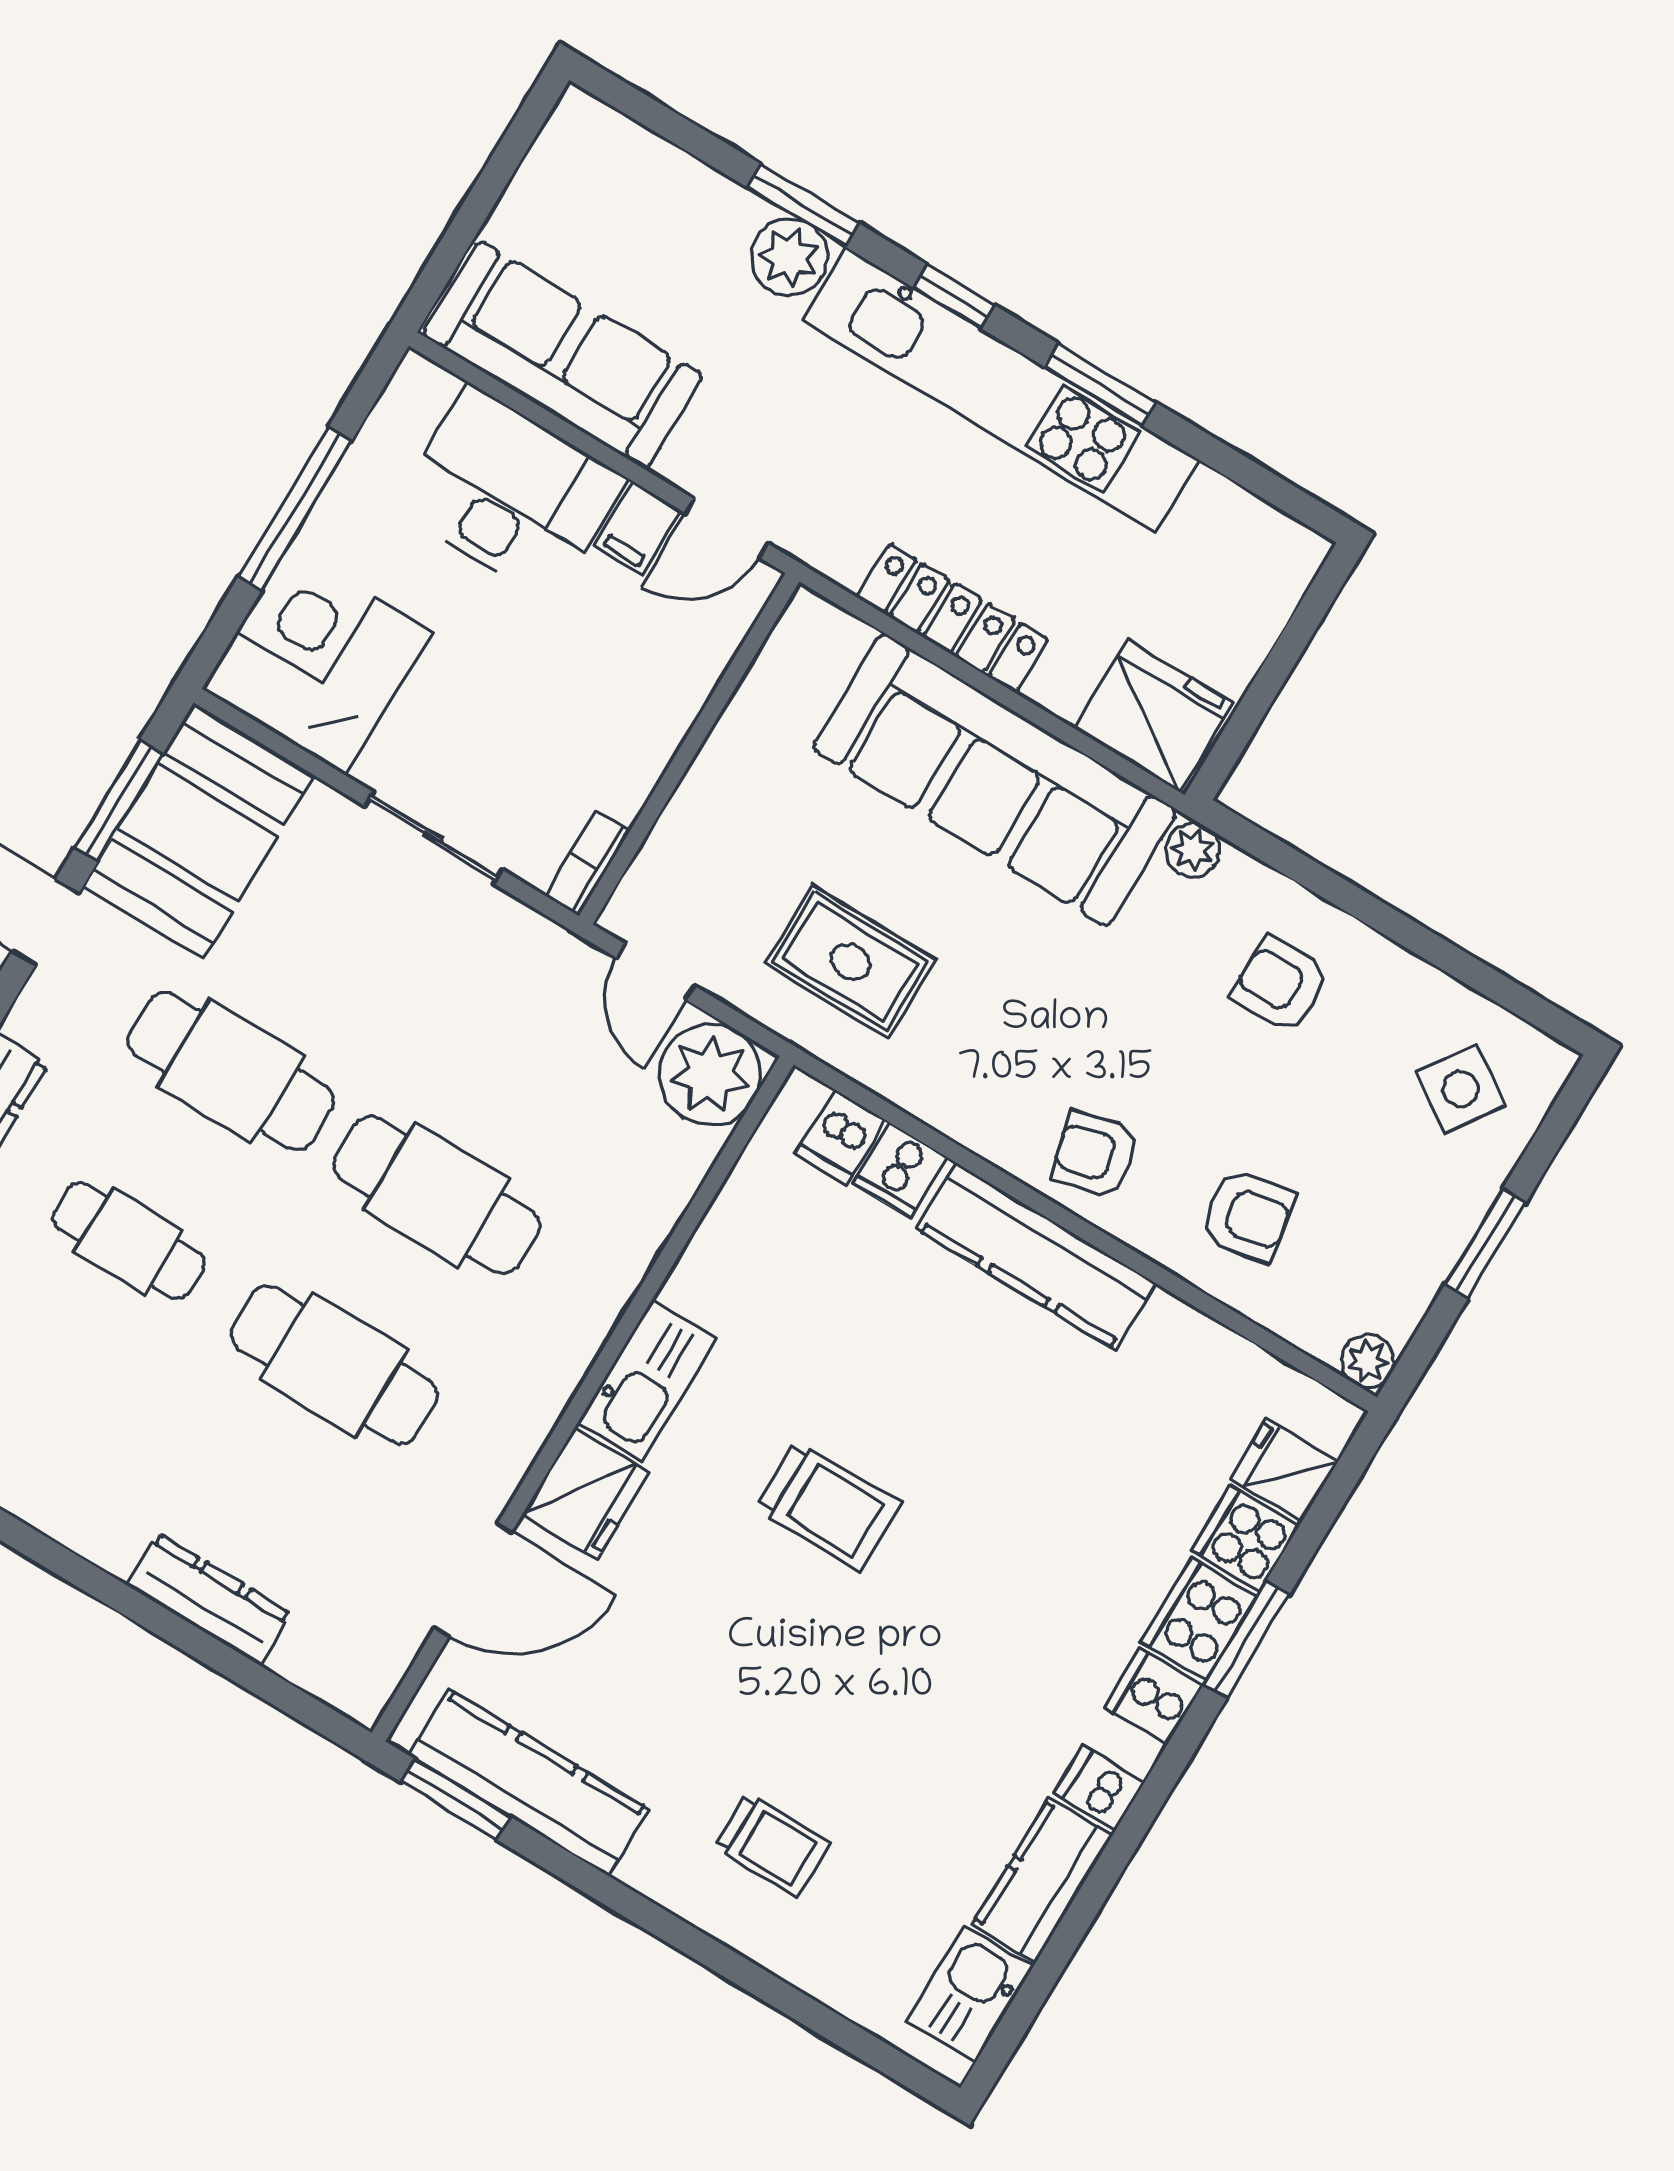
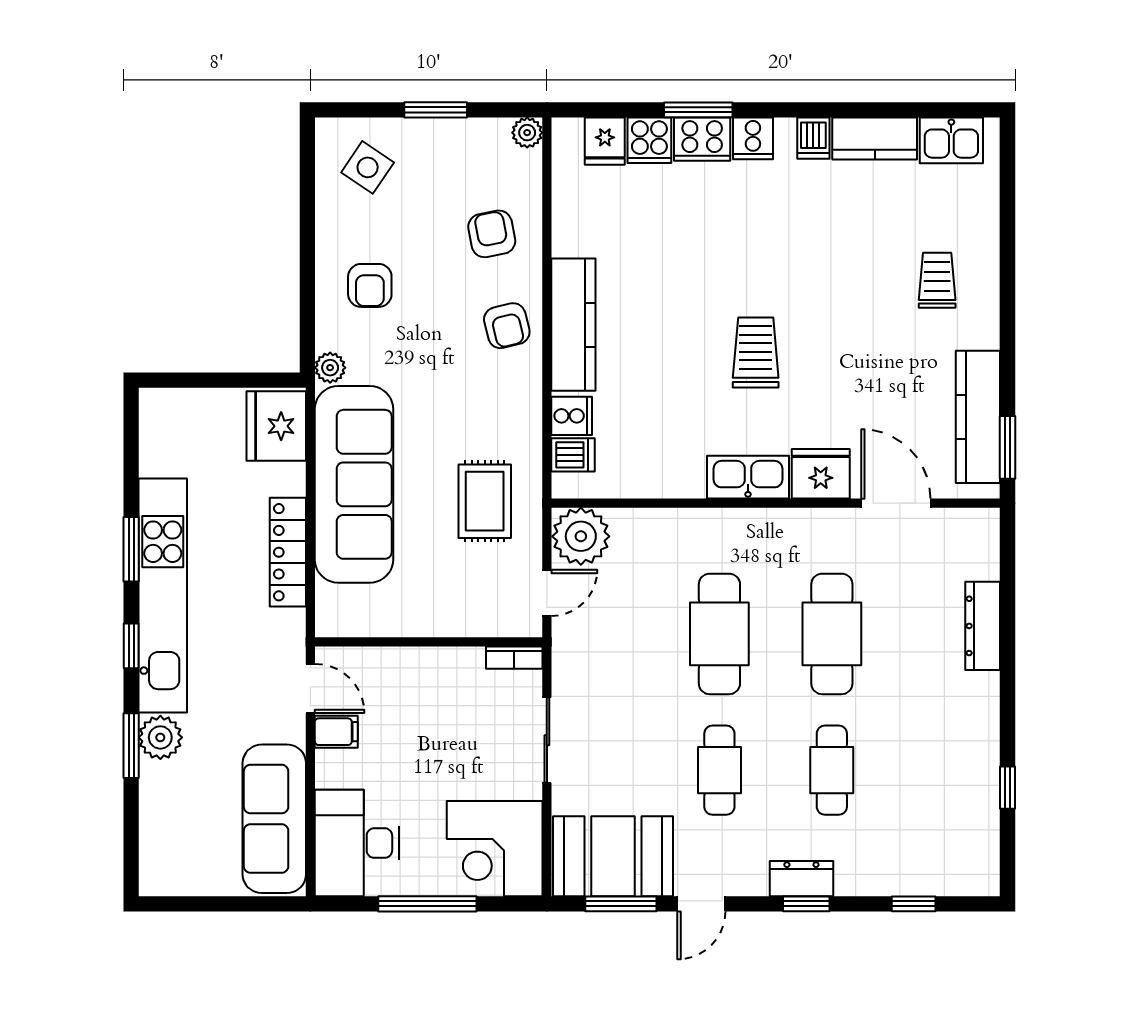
desk: (510, 493) -> (357, 843), moved
cafe table: (231, 1071) -> (719, 770), width x0.73, depth x0.74

